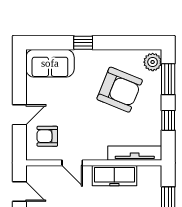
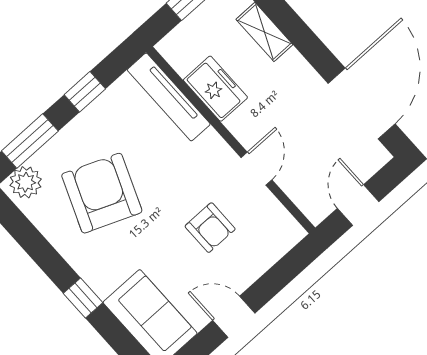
door: (19, 115) -> (234, 317), moved
armchair: (47, 136) -> (210, 228), moved
freezer: (114, 176) -> (215, 89), width x0.71

